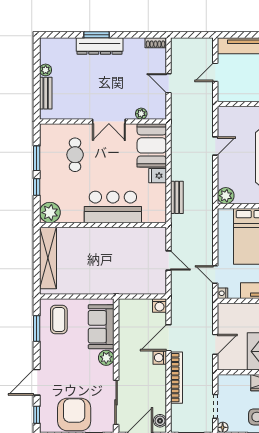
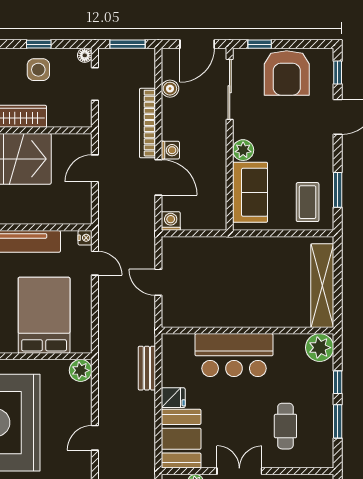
door: (169, 338) -> (158, 177), hinge flipped
boiler: (160, 421) -> (170, 89), moved

